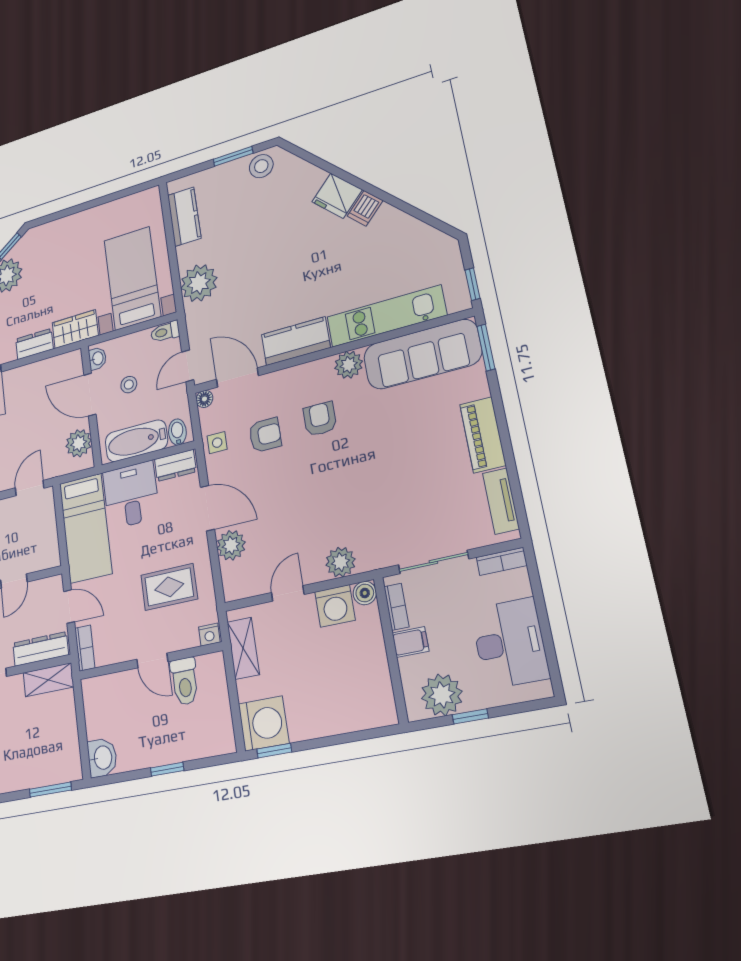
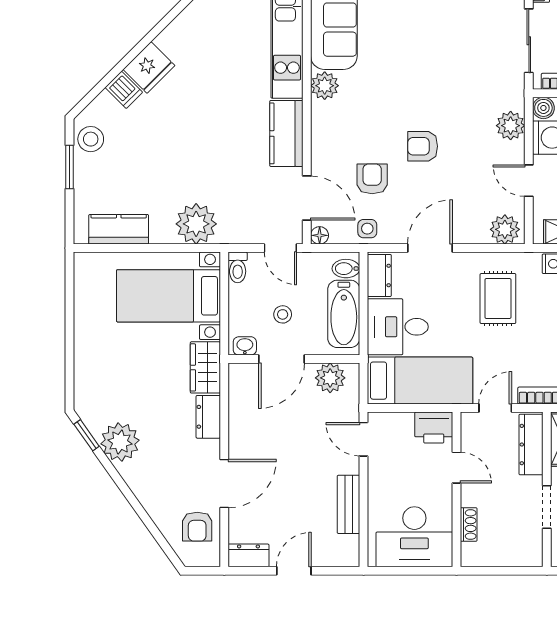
dishwasher: (365, 208) -> (124, 90), moved
door: (237, 377) -> (307, 198), swing flipped
armchair: (320, 419) -> (423, 146), moved
plant: (231, 545) -> (505, 229), moved
printer: (46, 551) -> (434, 428), added

